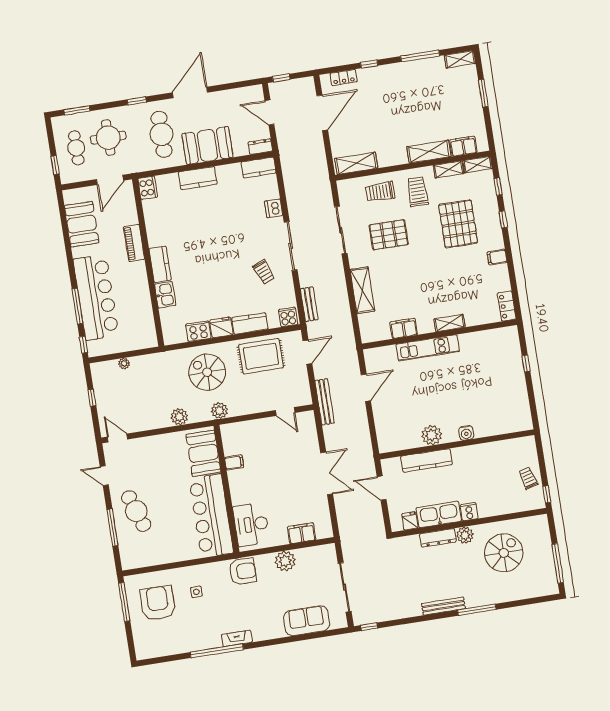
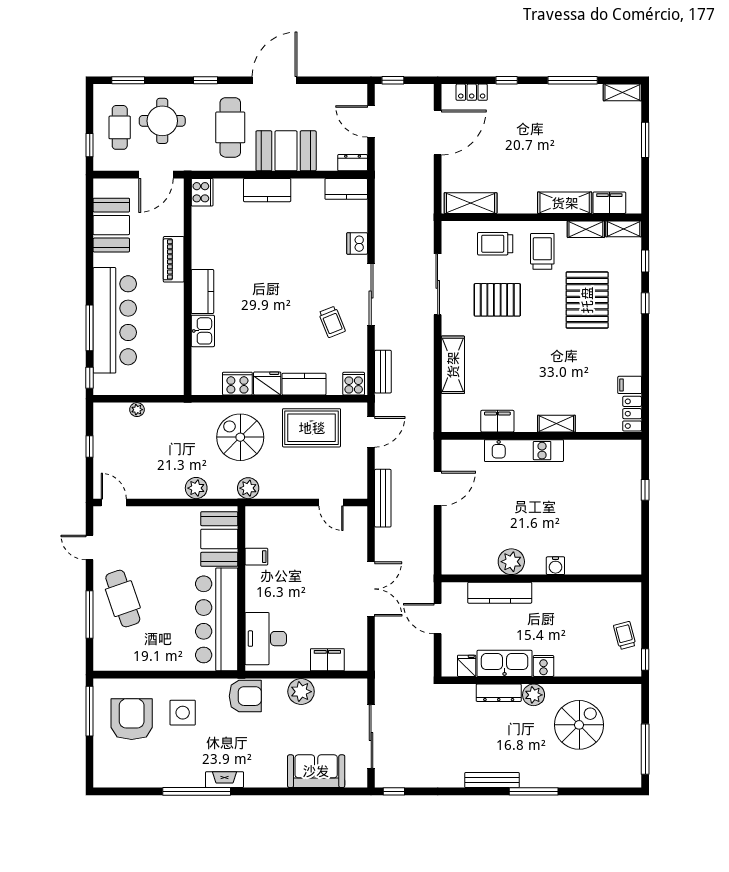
filing cabinet: (497, 257) -> (630, 385), moved
side table: (196, 592) -> (183, 713), width x1.87, depth x1.87

